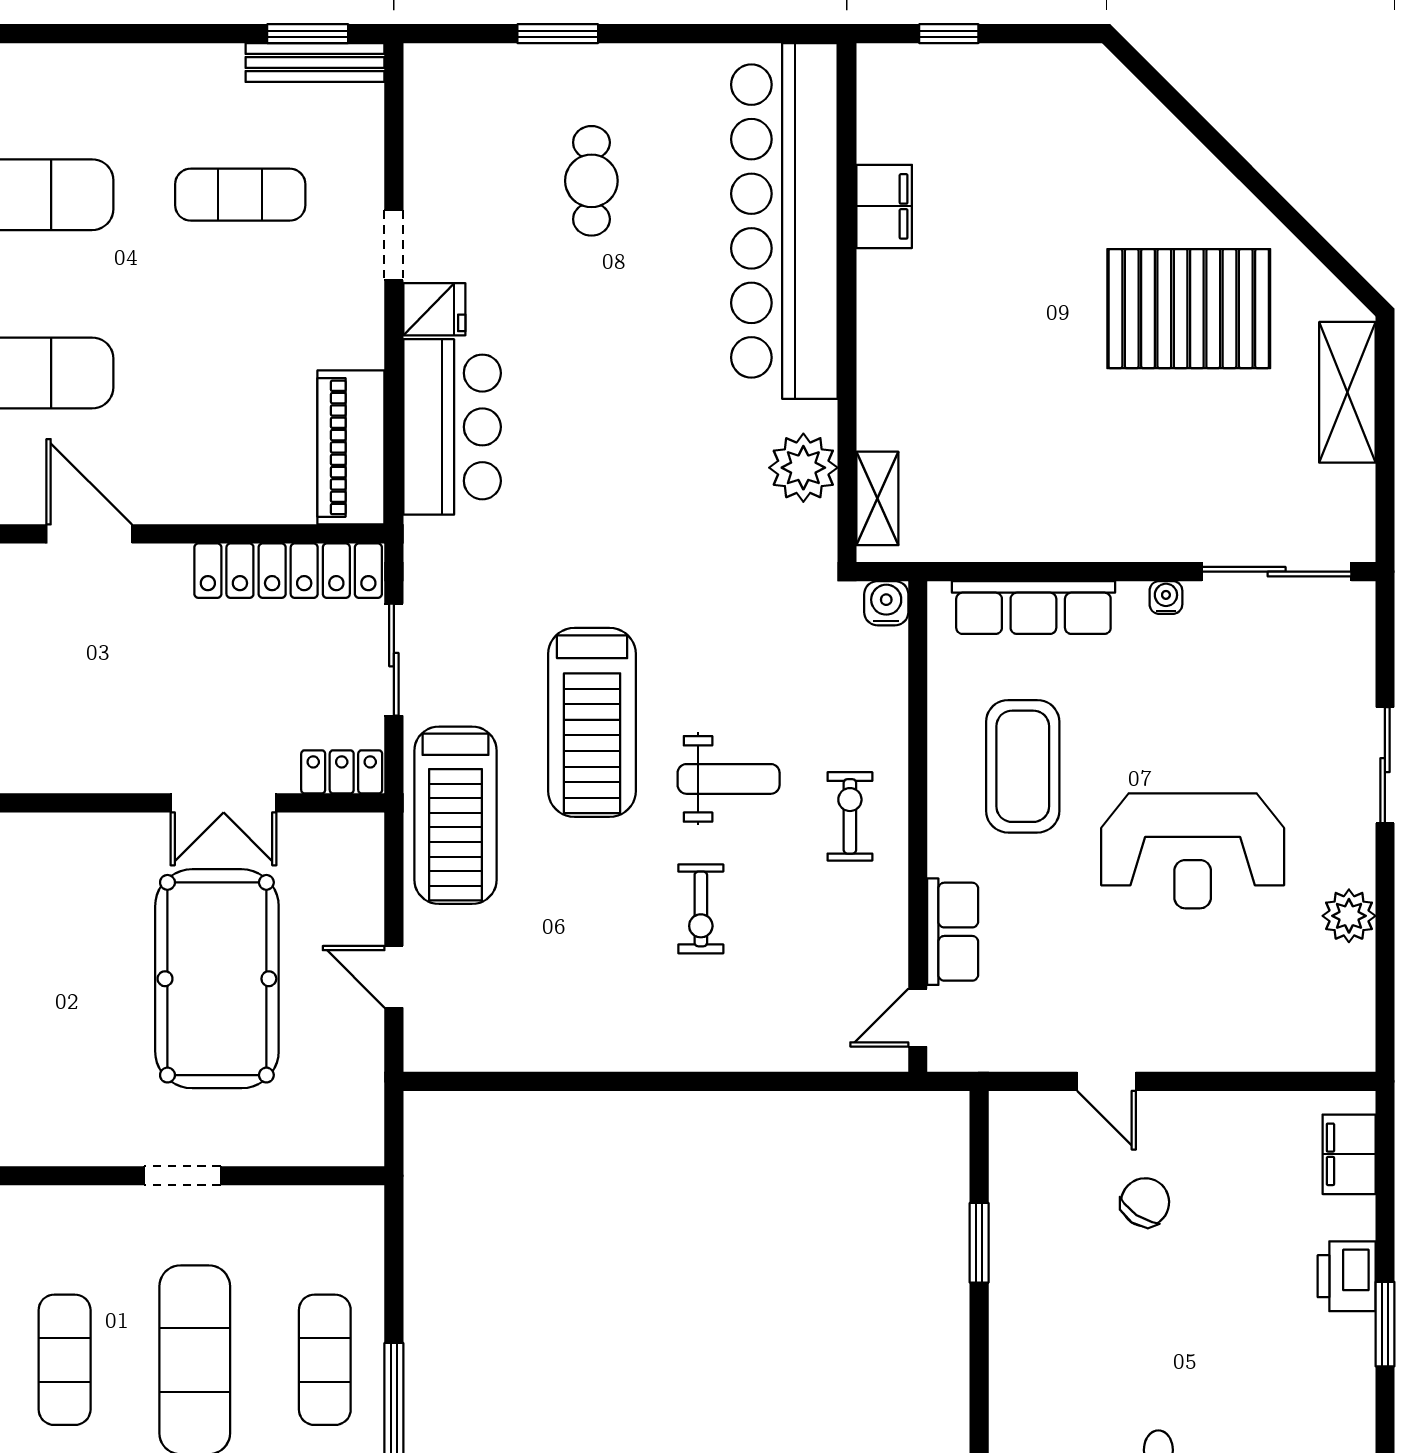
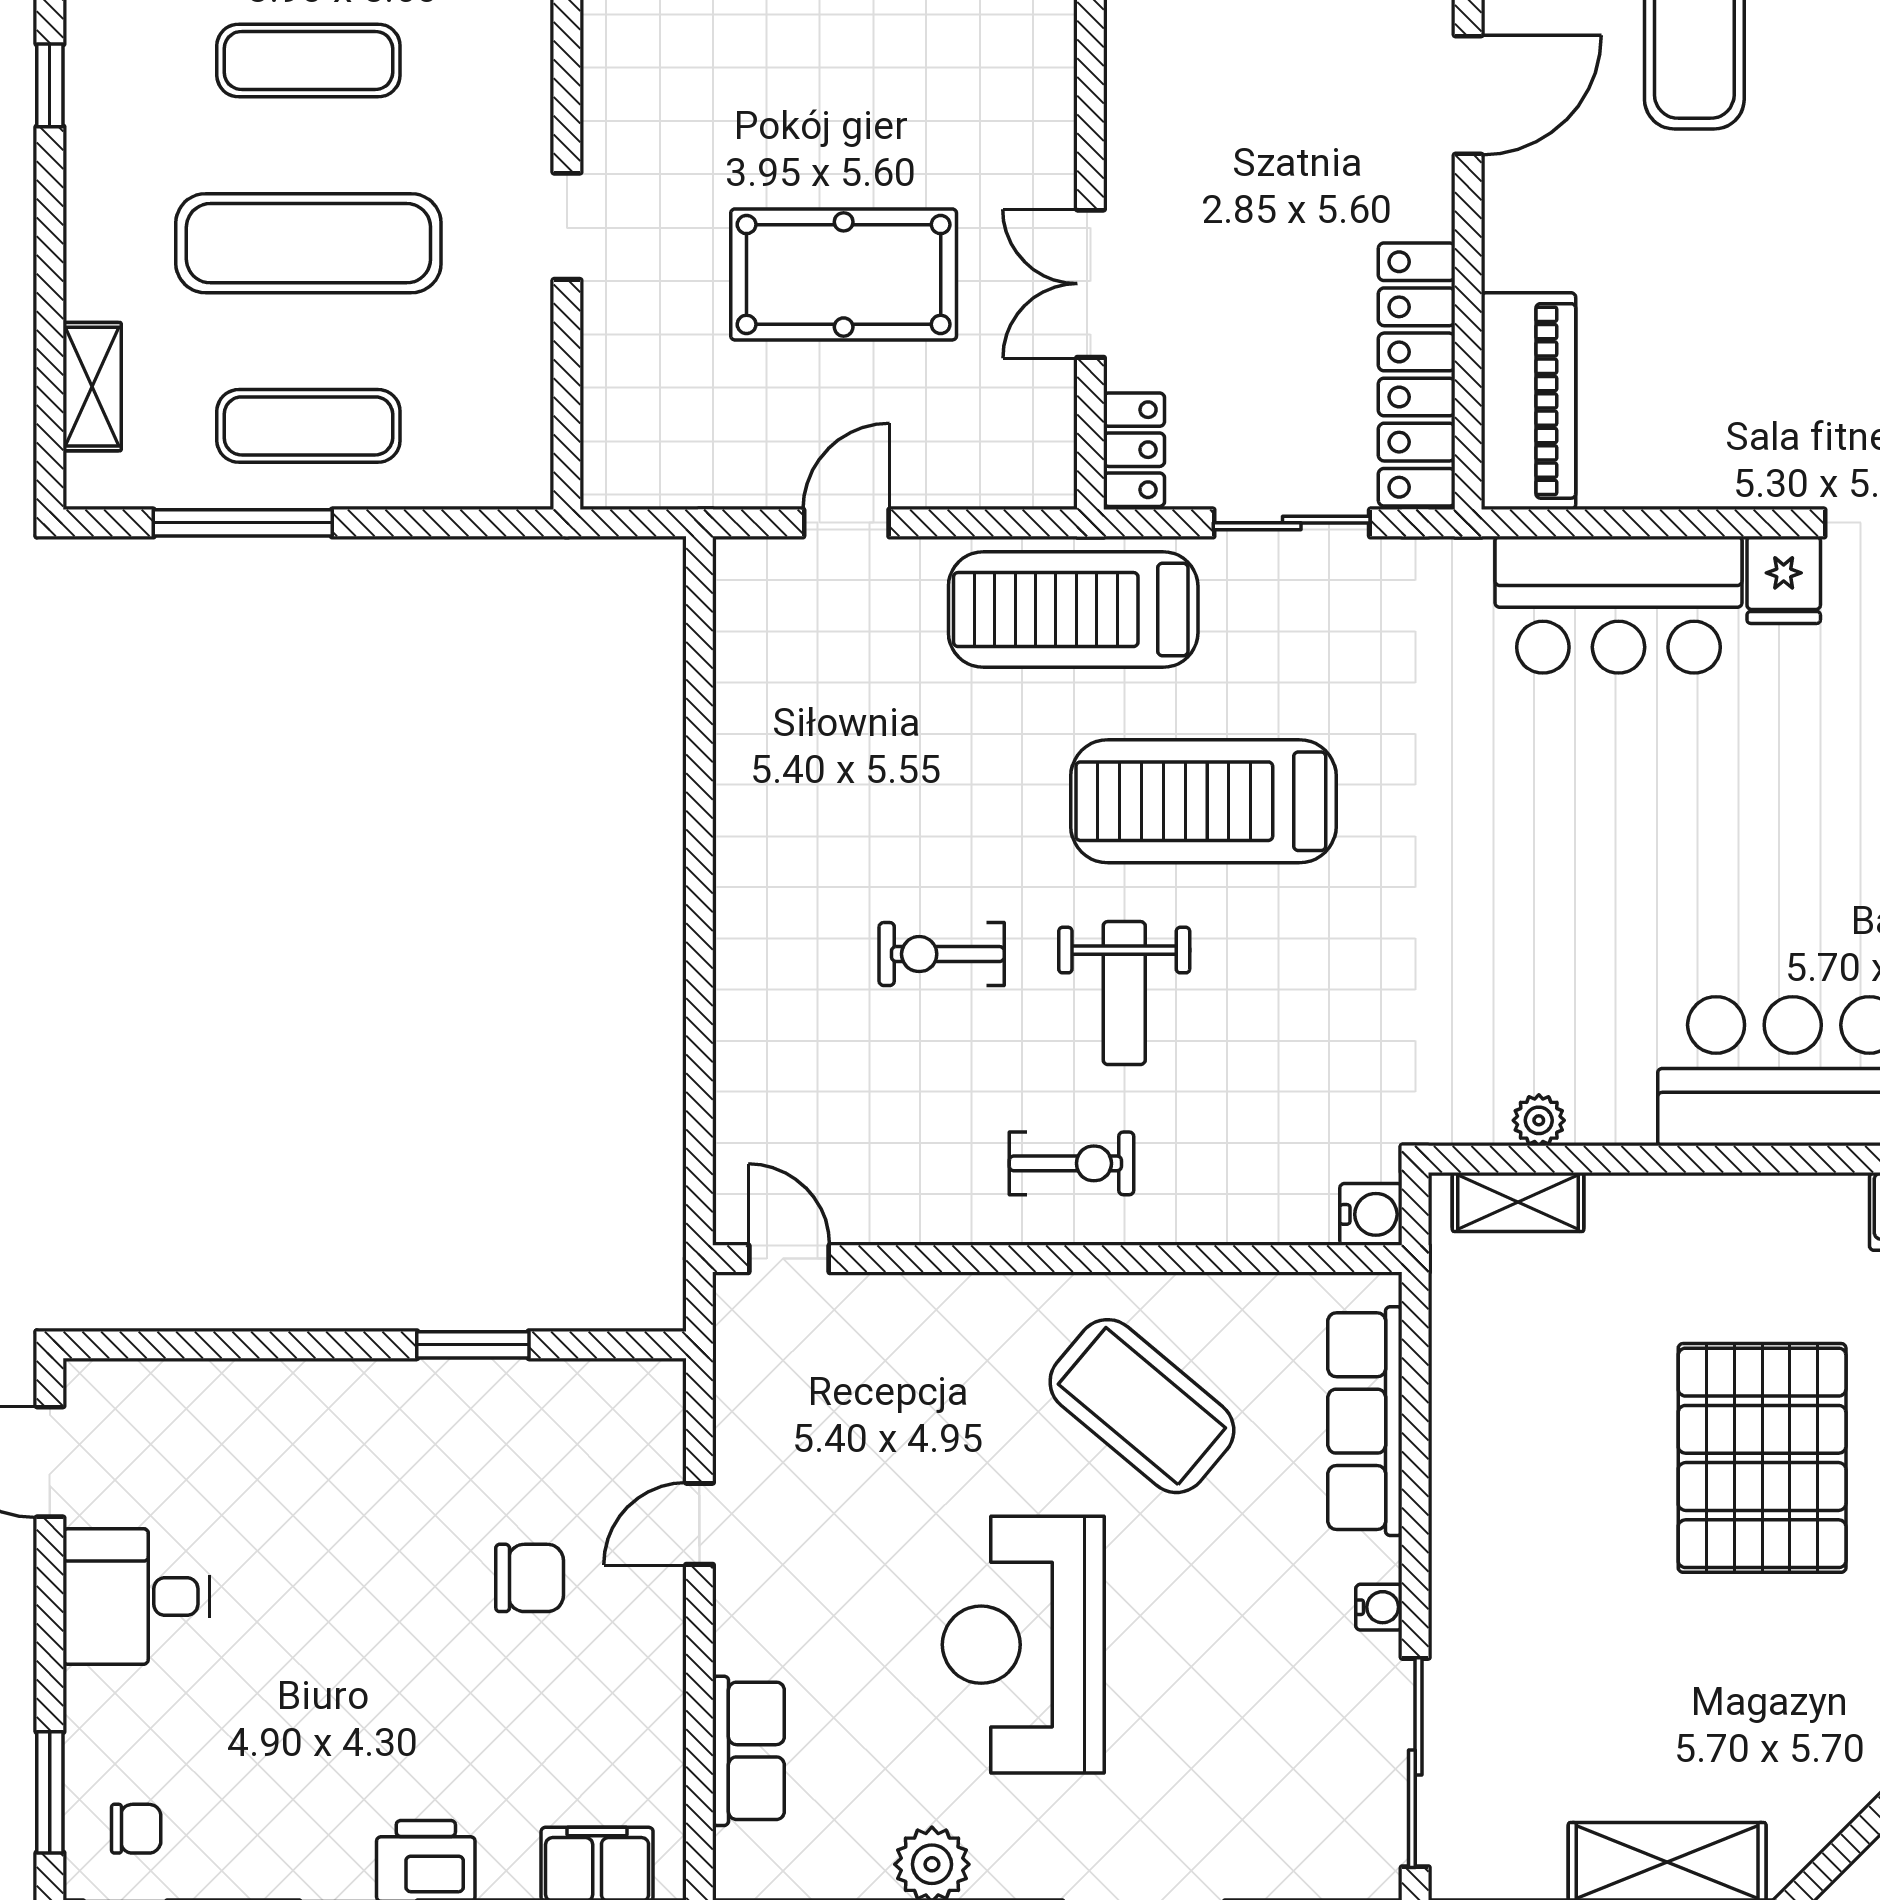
pallet: (1189, 309) -> (1762, 1458), moved
piano: (351, 447) -> (1529, 401), moved, turned 90
plant: (803, 468) -> (1539, 1120), width x0.53, depth x0.53
coffee table: (1023, 766) -> (1142, 1406), turned 40
row of seats: (953, 932) -> (748, 1751), moved, turned -90
pool table: (217, 979) -> (844, 274), width x0.73, depth x0.76
chair: (1145, 1202) -> (530, 1578), turned -34

